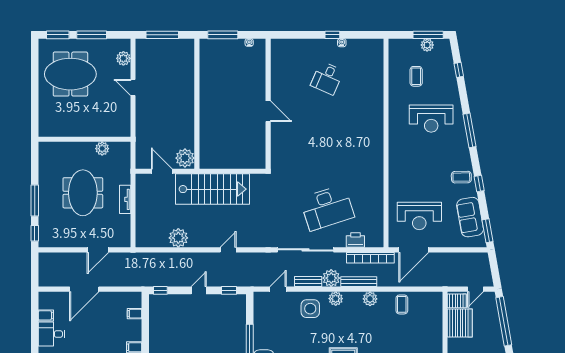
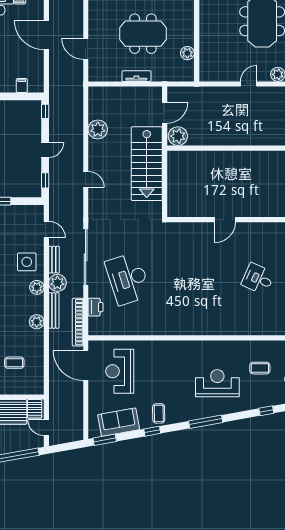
reception desk: (431, 119) -> (217, 383), turned 90
door: (199, 290) -> (45, 150), hinge flipped
coffee table: (402, 304) -> (14, 363), moved

